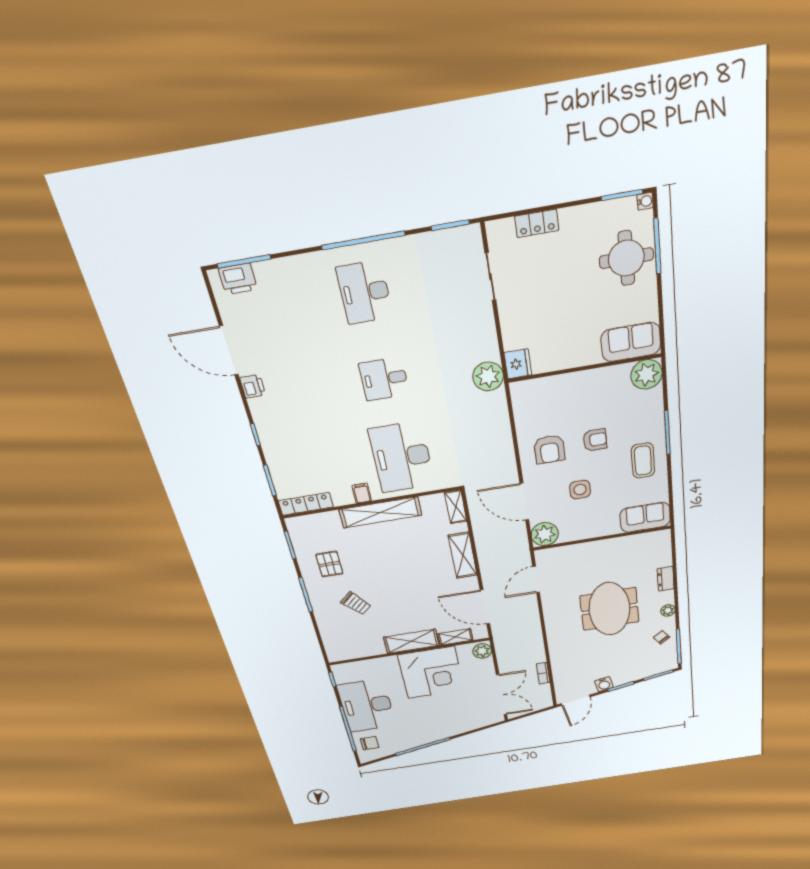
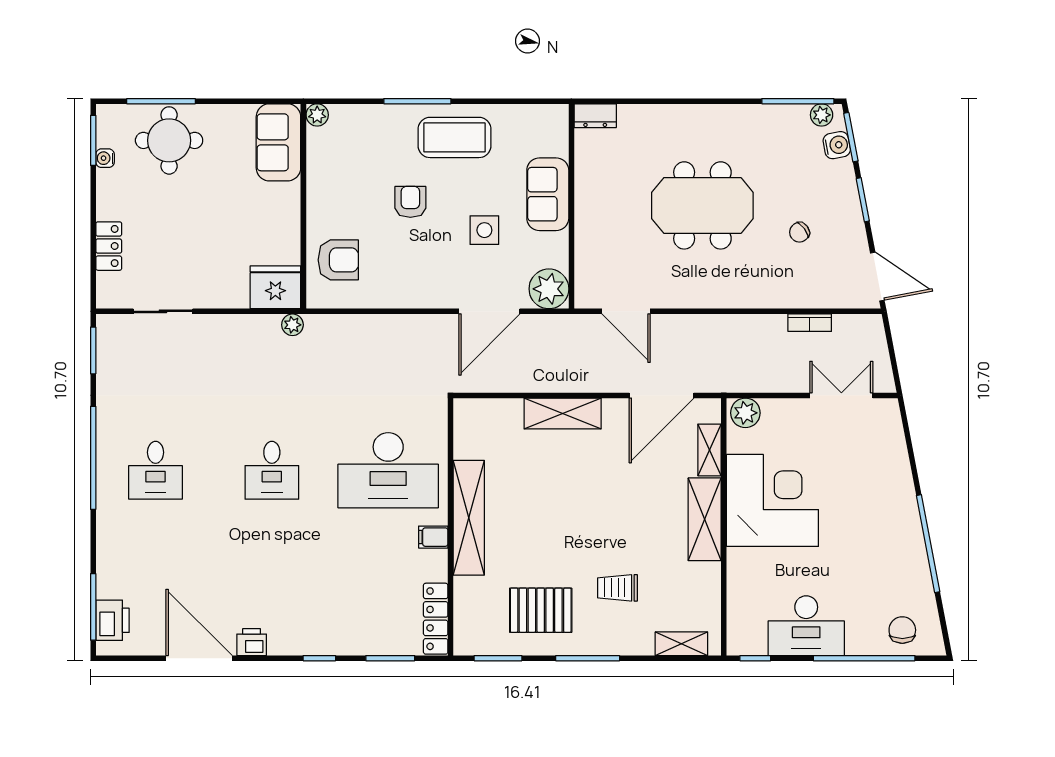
water cooler: (645, 201) -> (105, 158), moved, turned -90
desk: (365, 292) -> (156, 470), width x0.73
door: (229, 351) -> (199, 658), swing flipped
fridge: (518, 364) -> (275, 287), width x1.36, depth x1.34
plant: (647, 374) -> (317, 115), width x0.53, depth x0.53
plant: (488, 376) -> (292, 325), width x0.53, depth x0.53
armchair: (549, 449) -> (338, 260), moved
coffee table: (643, 461) -> (455, 137), width x1.36, depth x1.32
shelving: (456, 507) -> (681, 644), moved
sofa: (645, 517) -> (548, 194), moved
pallet: (329, 564) -> (541, 610), width x1.50, depth x1.42
dresser: (666, 579) -> (595, 116), moved
trolley: (356, 603) -> (617, 588), turned -138
plant: (668, 610) -> (822, 115), moved
chair: (661, 637) -> (799, 232), moved
water cooler: (604, 684) -> (837, 145), moved
double door: (502, 695) -> (841, 395), width x0.73
desk: (367, 706) -> (806, 626), width x0.73, depth x0.77

